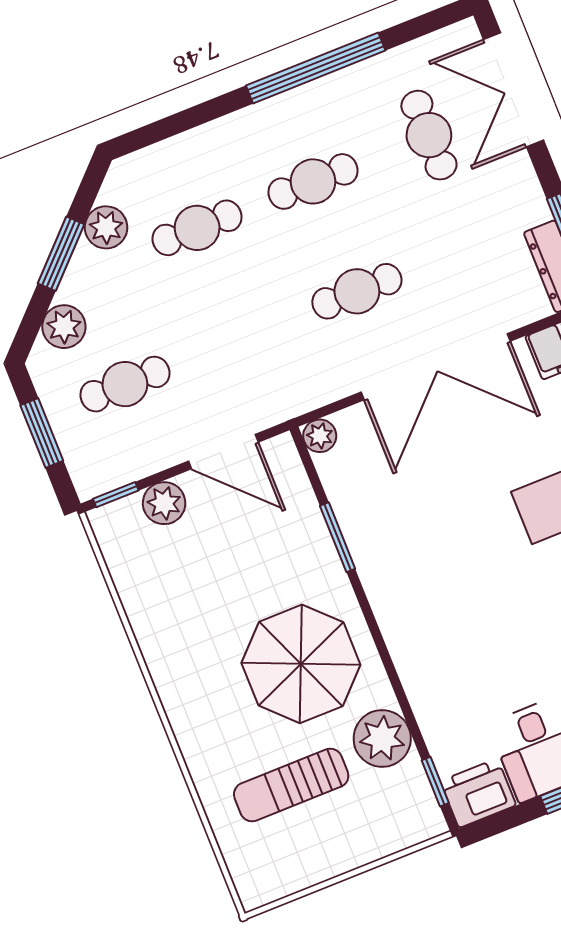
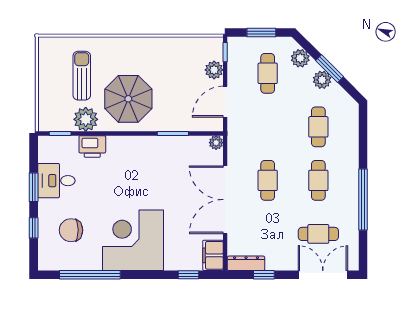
plant: (106, 227) -> (322, 80), moved
printer: (478, 793) -> (92, 146), moved, turned 90

